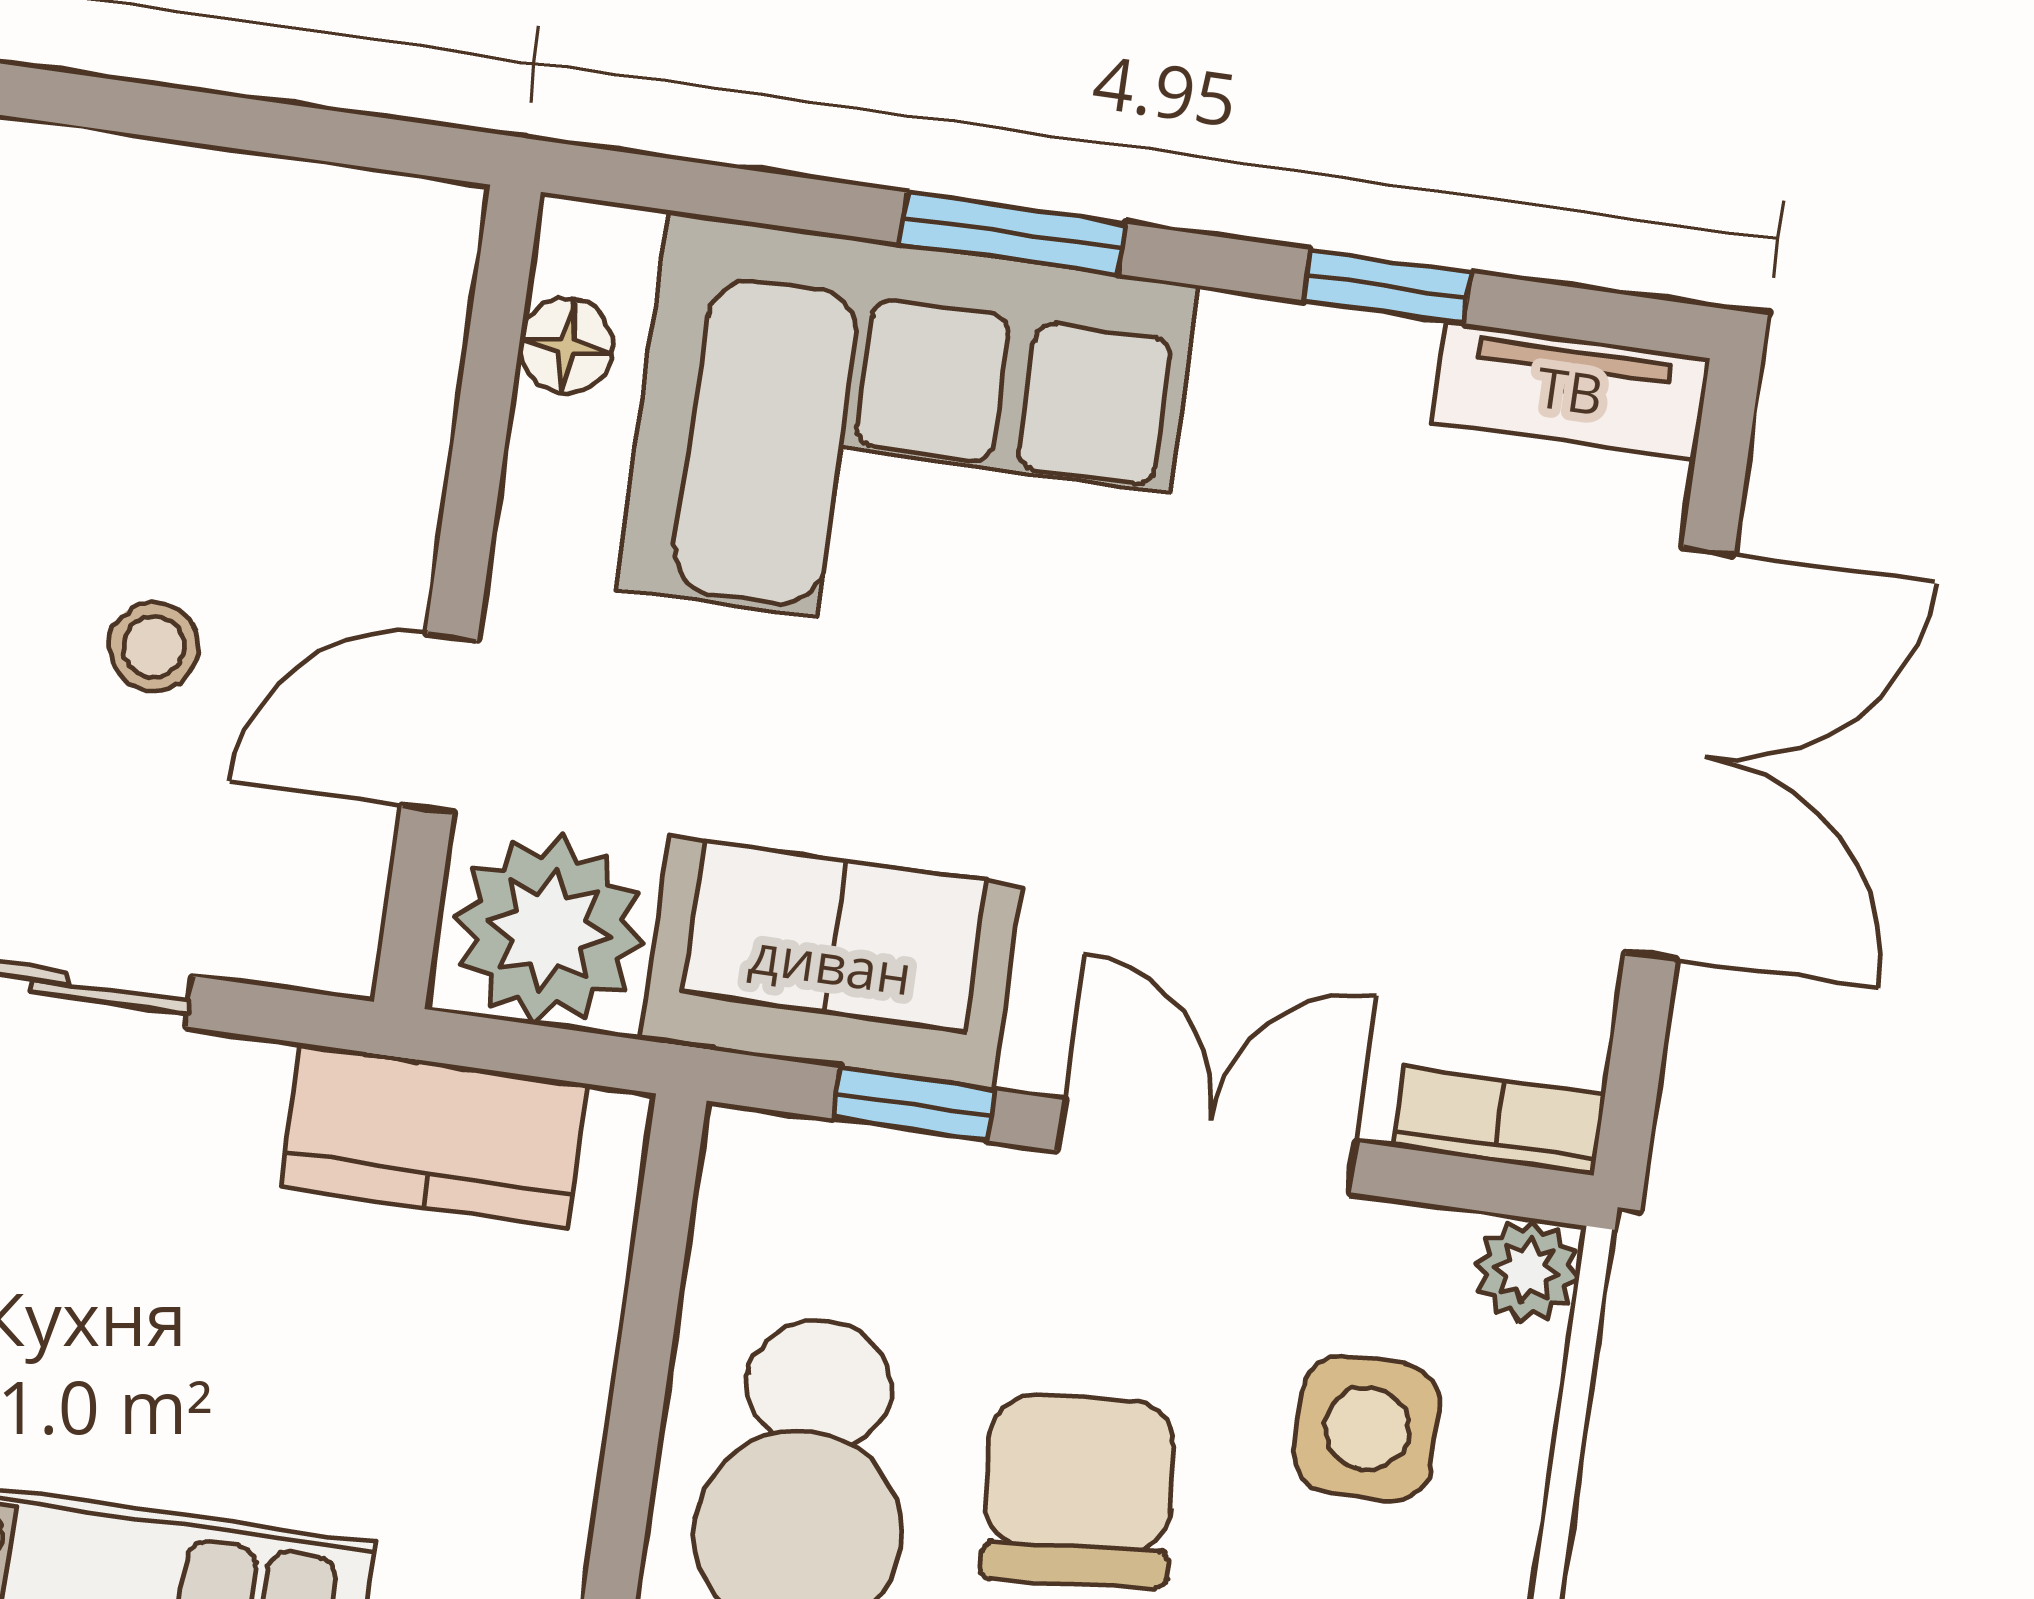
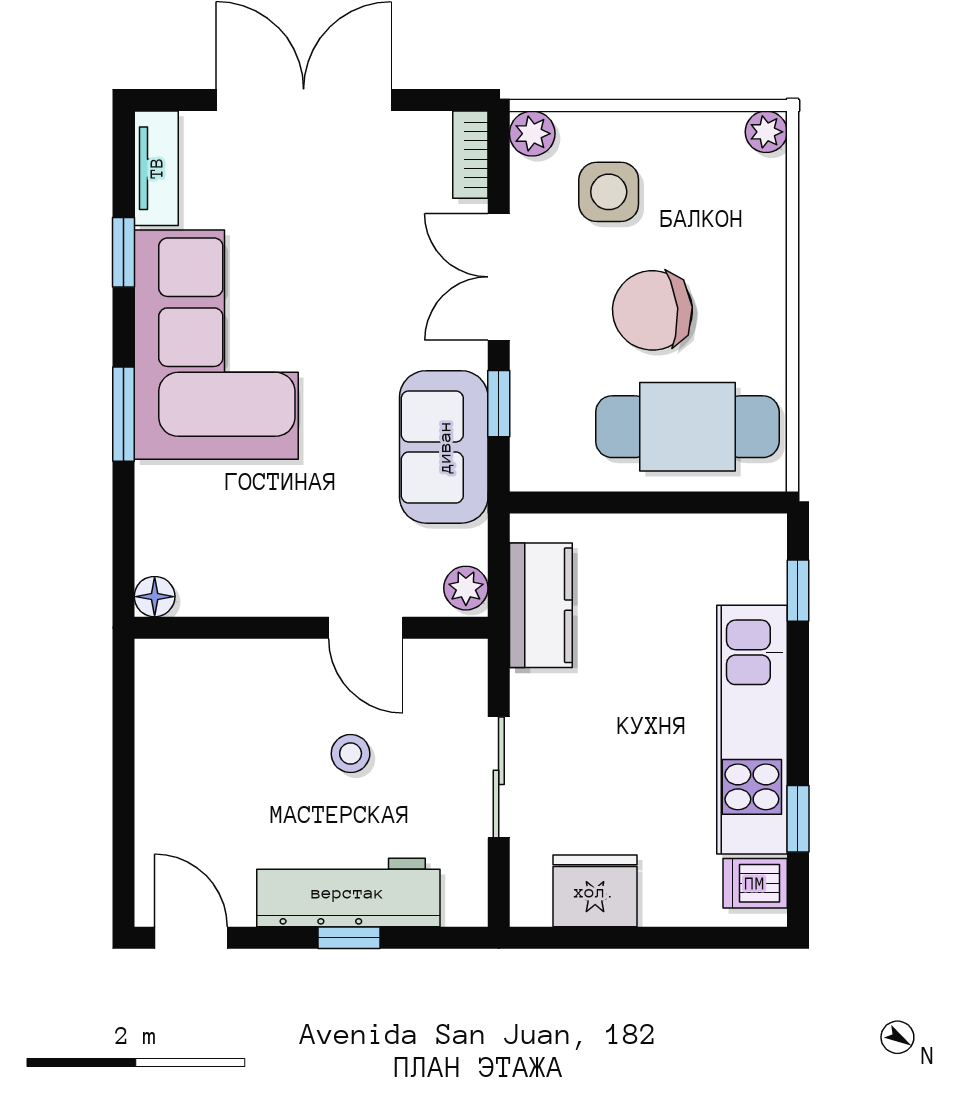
floor lamp: (567, 346) -> (155, 597), moved
corner sofa: (907, 437) -> (216, 345), moved
plant: (549, 930) -> (466, 588), width x0.53, depth x0.53

